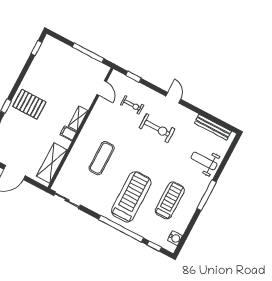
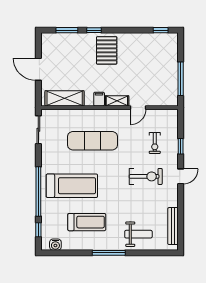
window: (133, 77) -> (181, 146), moved
door: (102, 88) -> (138, 108), moved
exercise bike: (157, 128) -> (146, 176), turned -90
exercise mat: (102, 158) -> (93, 141), width x1.36, depth x1.45
weight bench: (204, 161) -> (138, 234), turned 90

